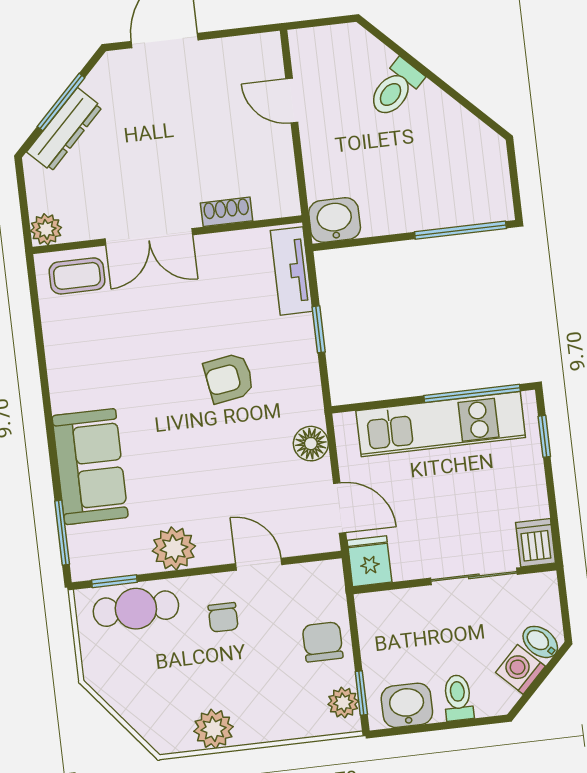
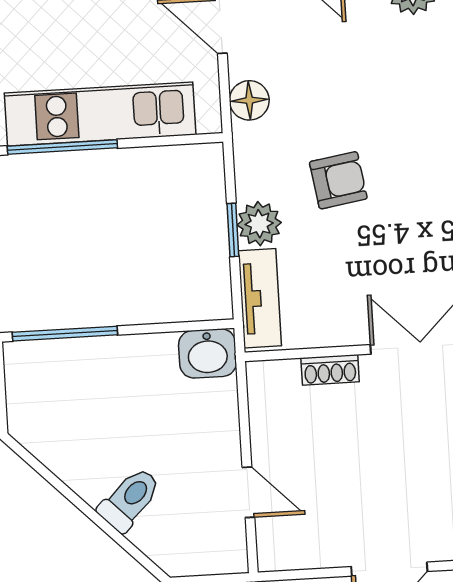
plant: (296, 336) -> (259, 224), added

